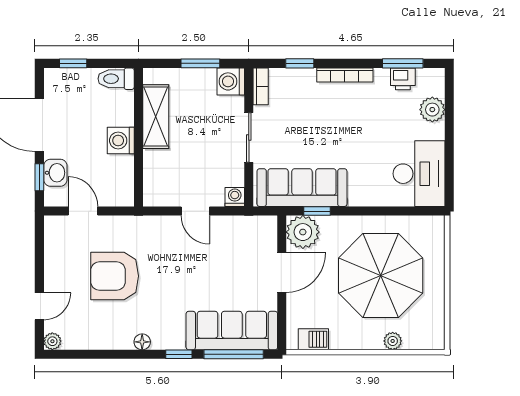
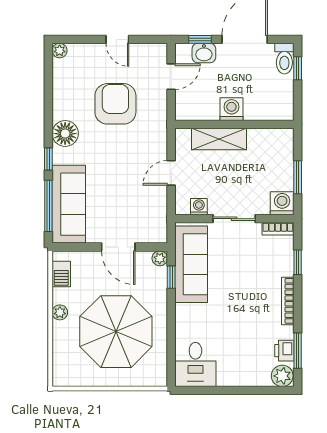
toilet: (116, 79) -> (284, 59), moved, turned 180
plant: (432, 110) -> (282, 376), moved
shelving: (156, 117) -> (219, 139), moved
desk: (419, 174) -> (195, 364), width x0.73
washing machine: (235, 197) -> (199, 207), moved, turned -90
plant: (303, 232) -> (160, 258), width x0.53, depth x0.53
door: (39, 306) -> (117, 39), moved
plant: (393, 341) -> (60, 312), moved
floor lamp: (142, 342) -> (65, 134), width x1.89, depth x1.89

